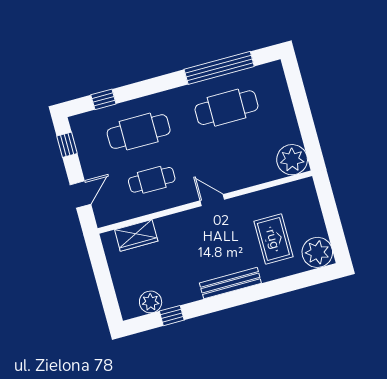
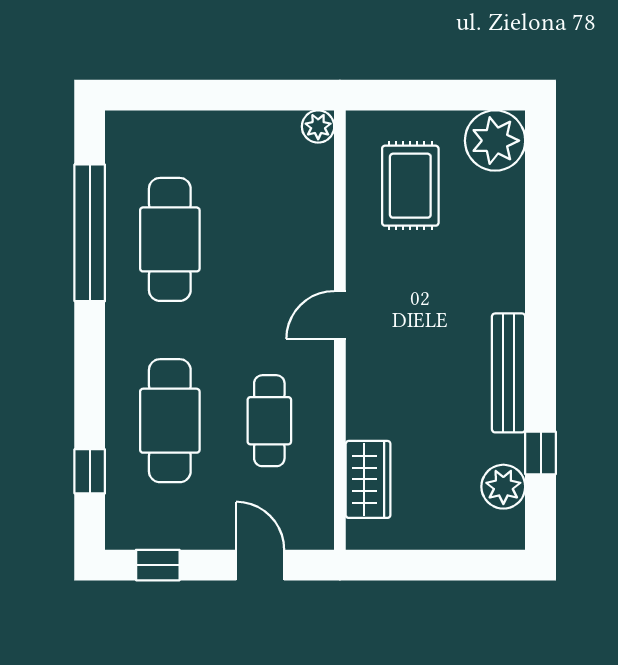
plant: (292, 160) -> (318, 127), width x0.53, depth x0.53
rug: (273, 239) -> (410, 186), moved, turned 90
bench: (230, 283) -> (509, 373), moved

